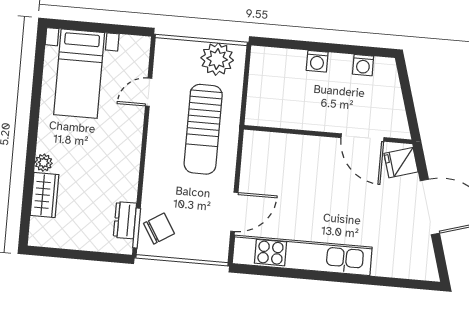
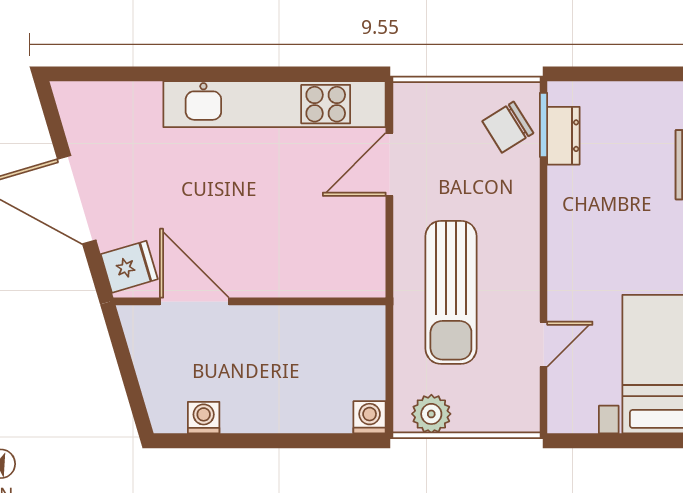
plant: (217, 59) -> (431, 414), width x0.73, depth x0.73
washing machine: (317, 61) -> (370, 417), moved
sun lounger: (203, 129) -> (451, 292), turned 180

